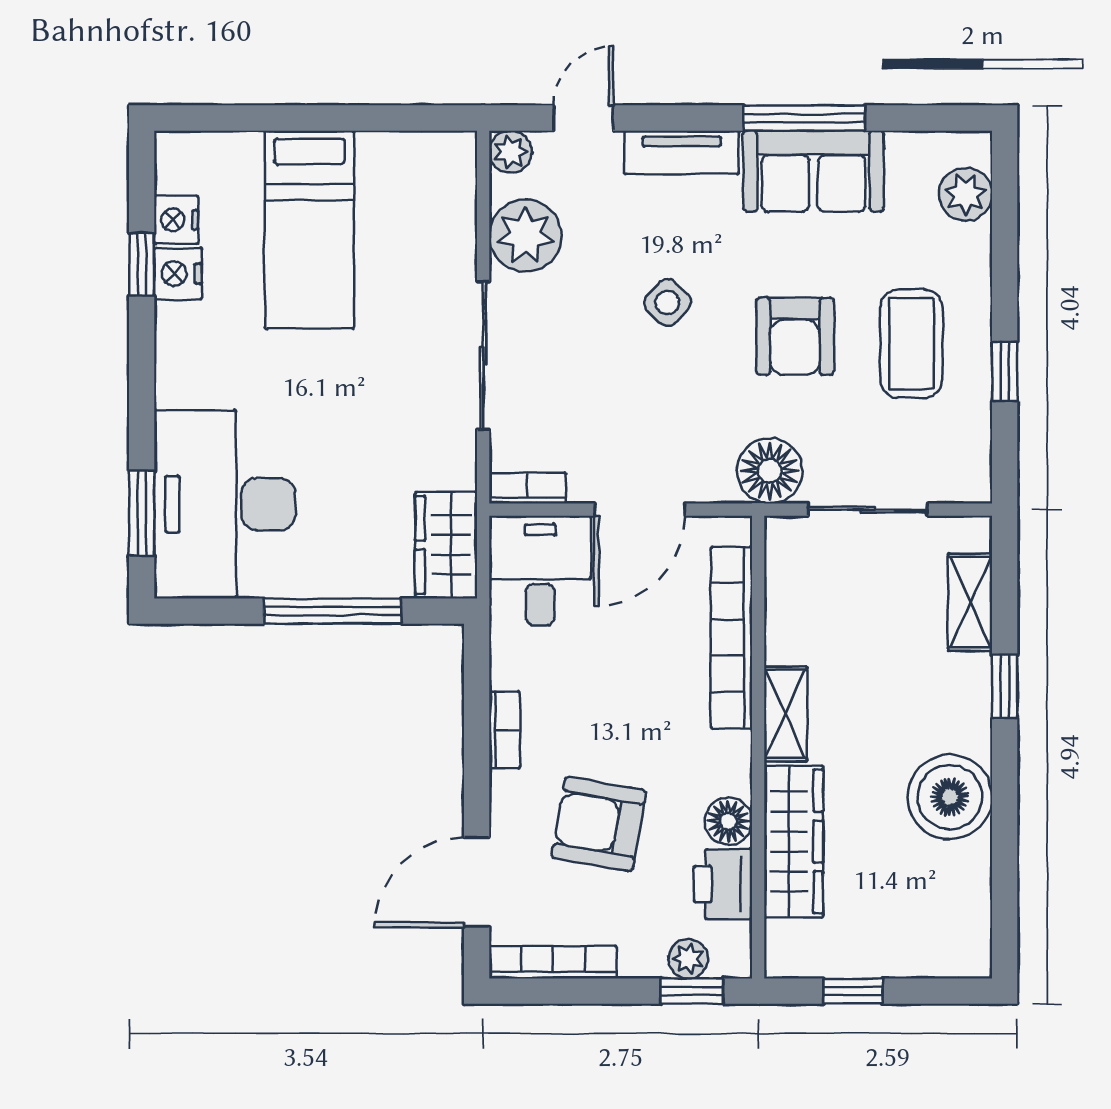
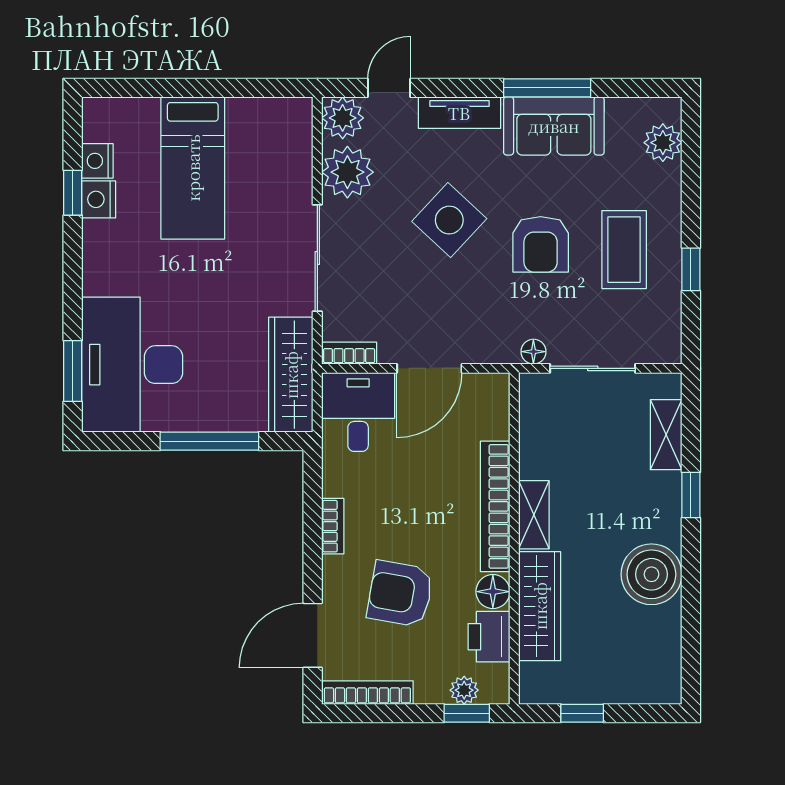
plant: (511, 152) -> (343, 118), width x1.38, depth x1.38
side table: (667, 302) -> (449, 220), width x1.87, depth x1.87
floor lamp: (770, 471) -> (533, 352), width x0.53, depth x0.53
wardrobe: (446, 545) -> (291, 375), width x1.50
bookcase: (732, 638) -> (495, 506), moved

